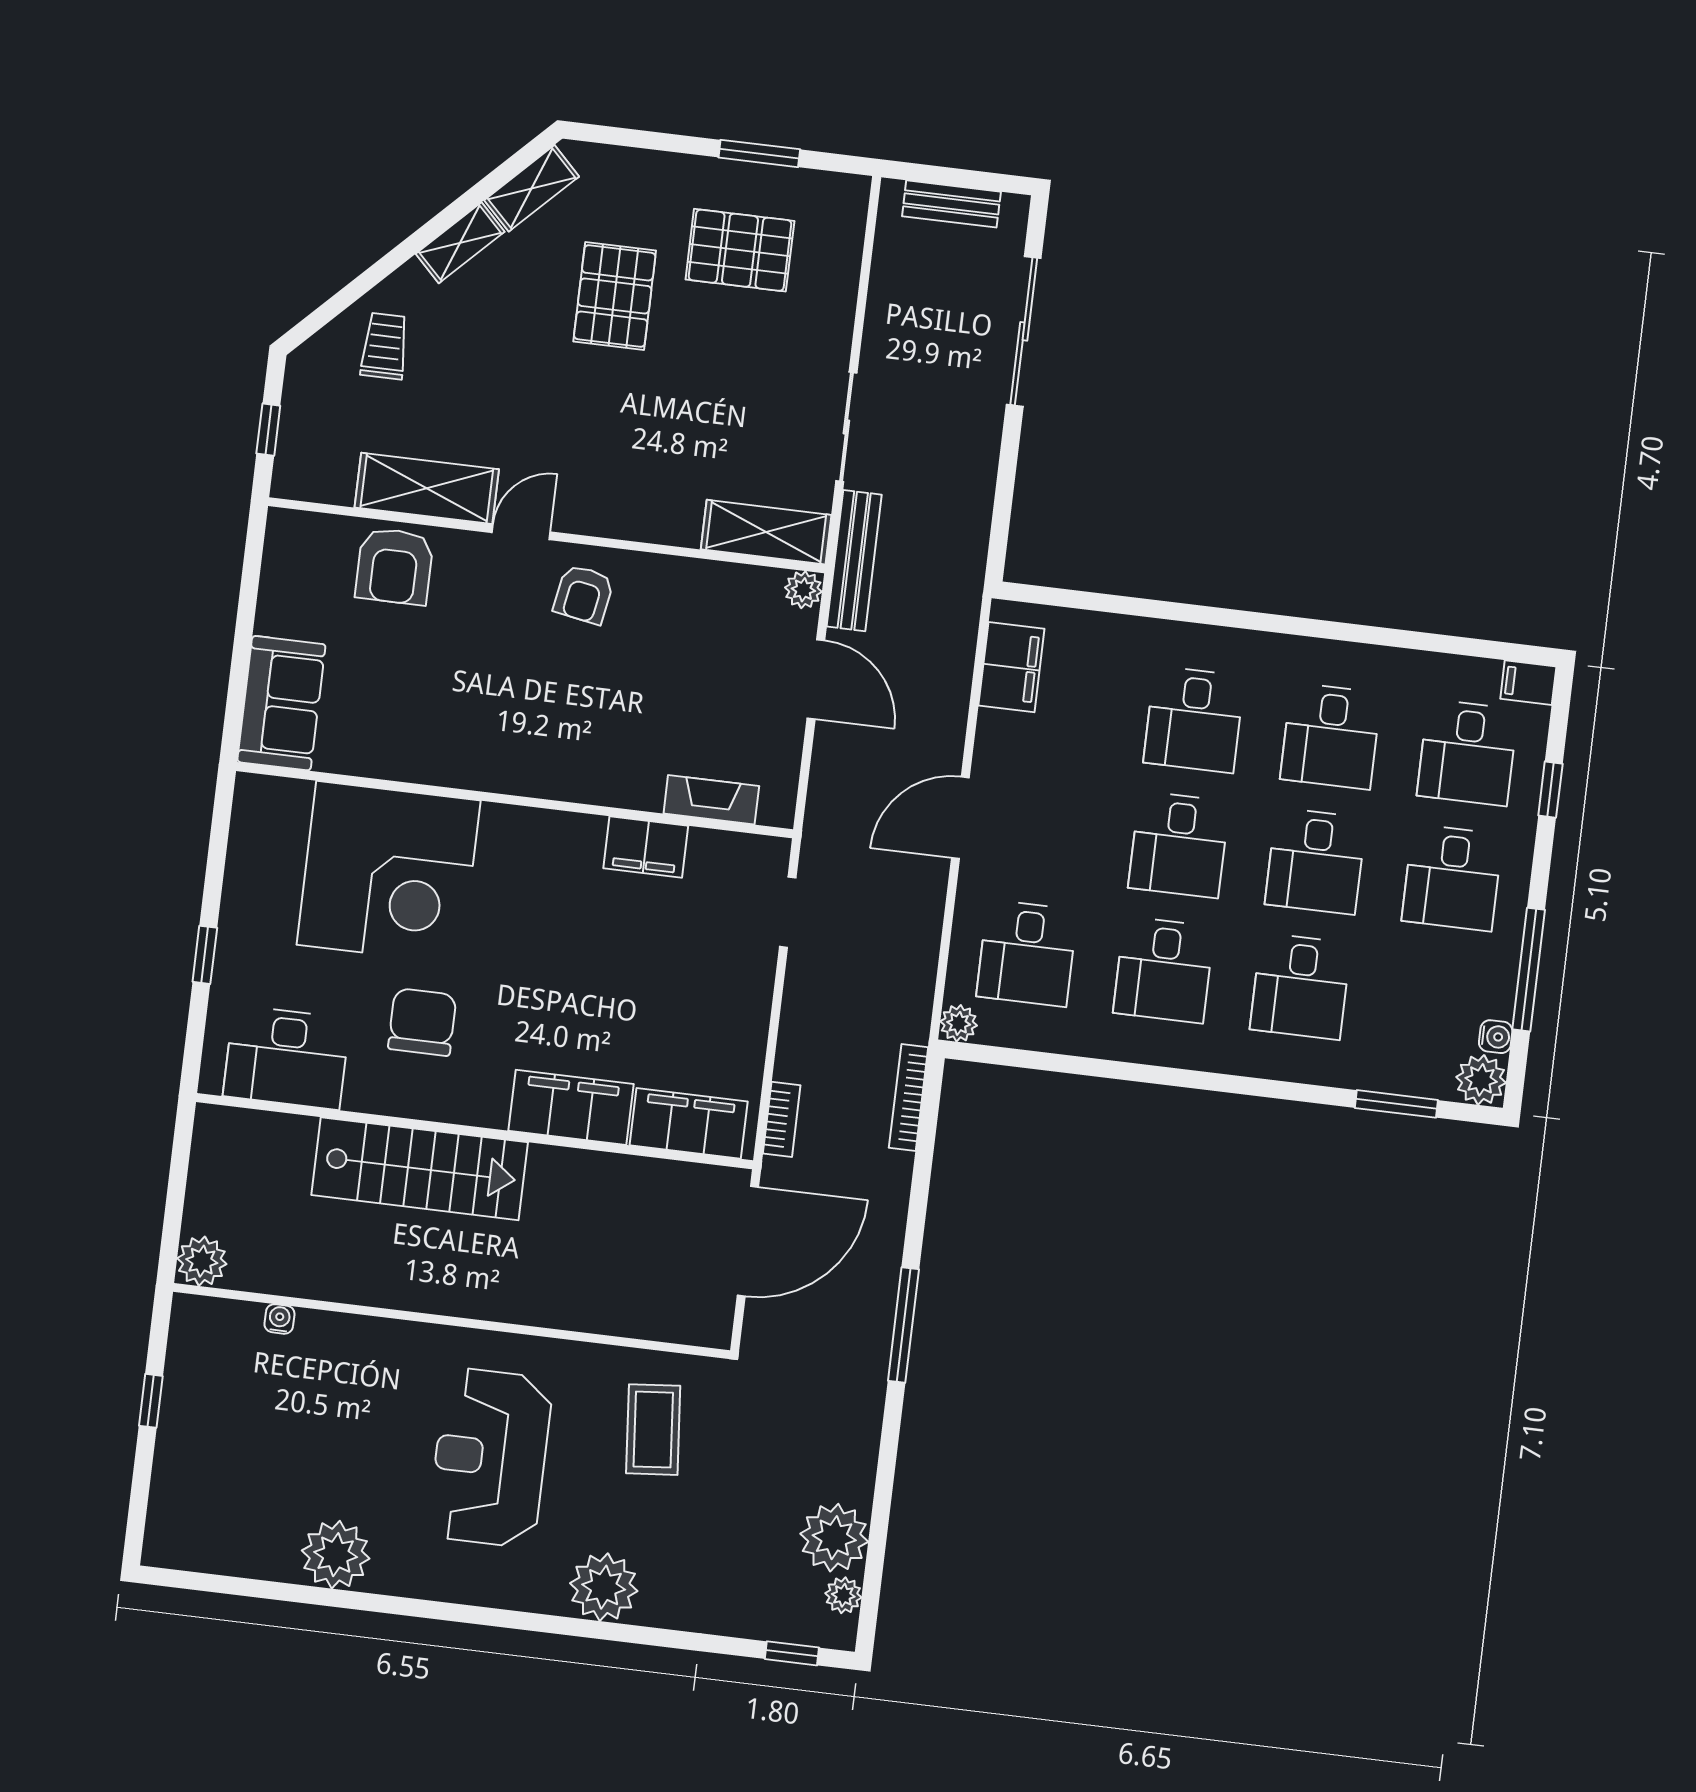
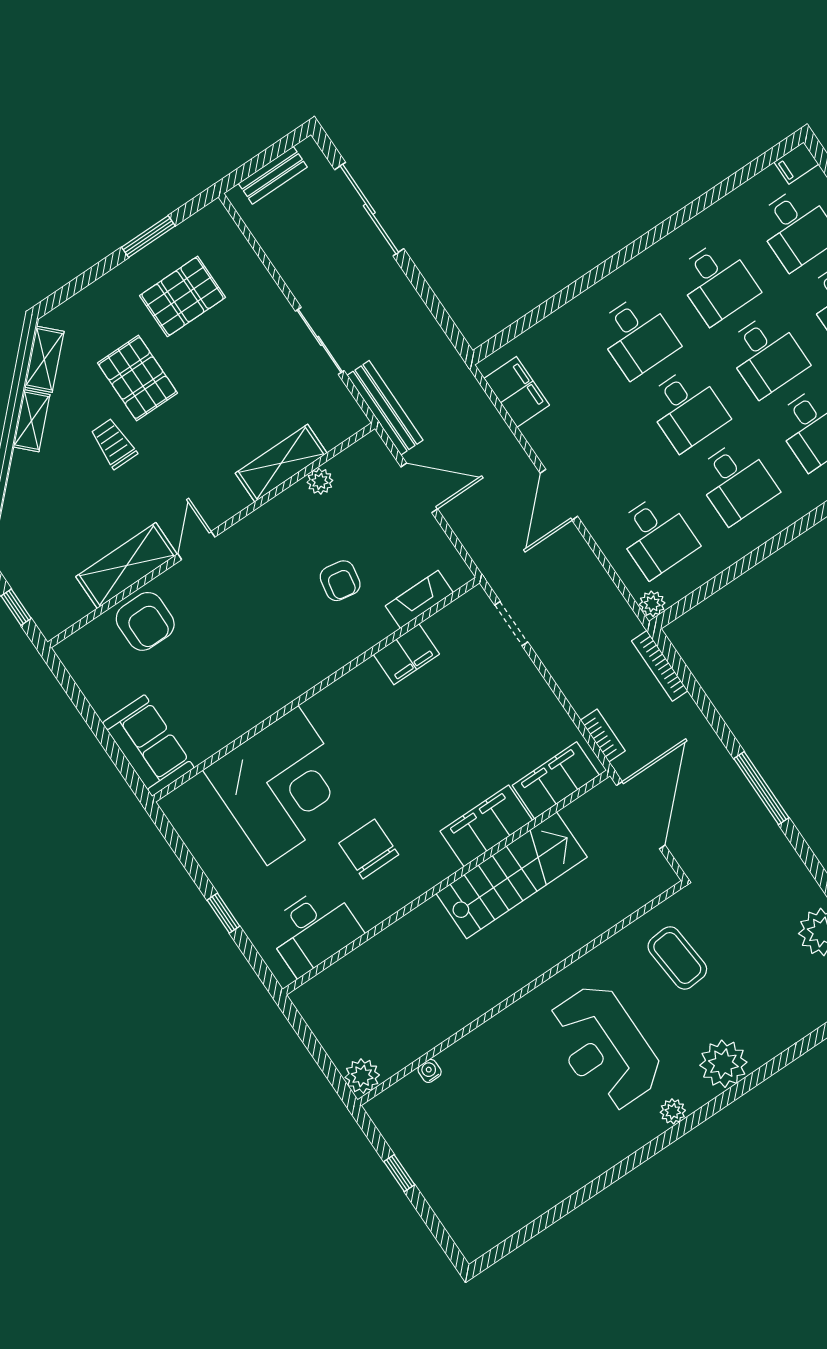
trolley: (385, 346) -> (114, 444), moved
shelving: (766, 532) -> (281, 463), moved
plant: (803, 590) -> (320, 481), moved
armchair: (583, 594) -> (340, 581), moved
stairs: (420, 1169) -> (512, 875), moved
plant: (336, 1555) -> (673, 1111), moved, width x0.53, depth x0.53

